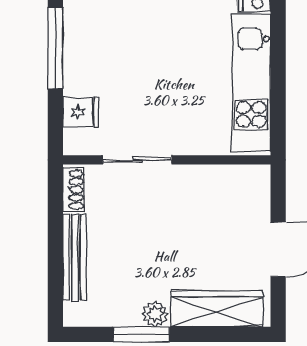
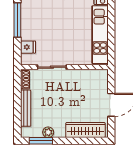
plant: (155, 314) -> (48, 132), moved
window: (141, 334) -> (41, 141), moved

